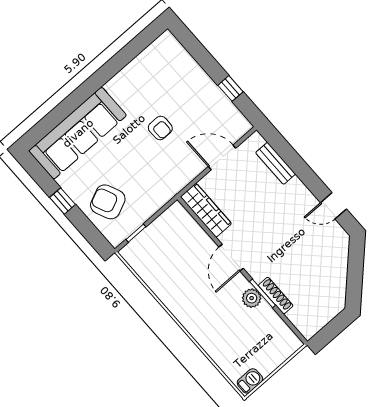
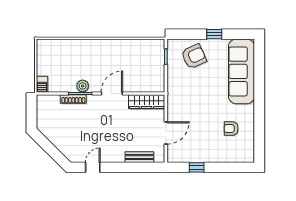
armchair: (160, 128) -> (231, 128), moved
door: (231, 258) -> (112, 93), hinge flipped
barbecue: (250, 381) -> (42, 84), moved

